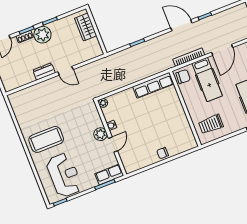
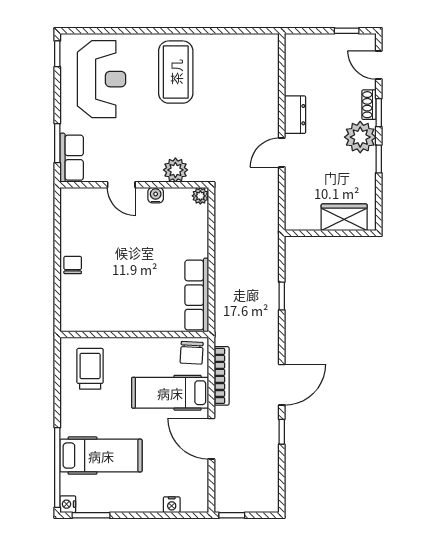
plant: (100, 134) -> (175, 170), moved
reception desk: (64, 175) -> (101, 79), turned -90

